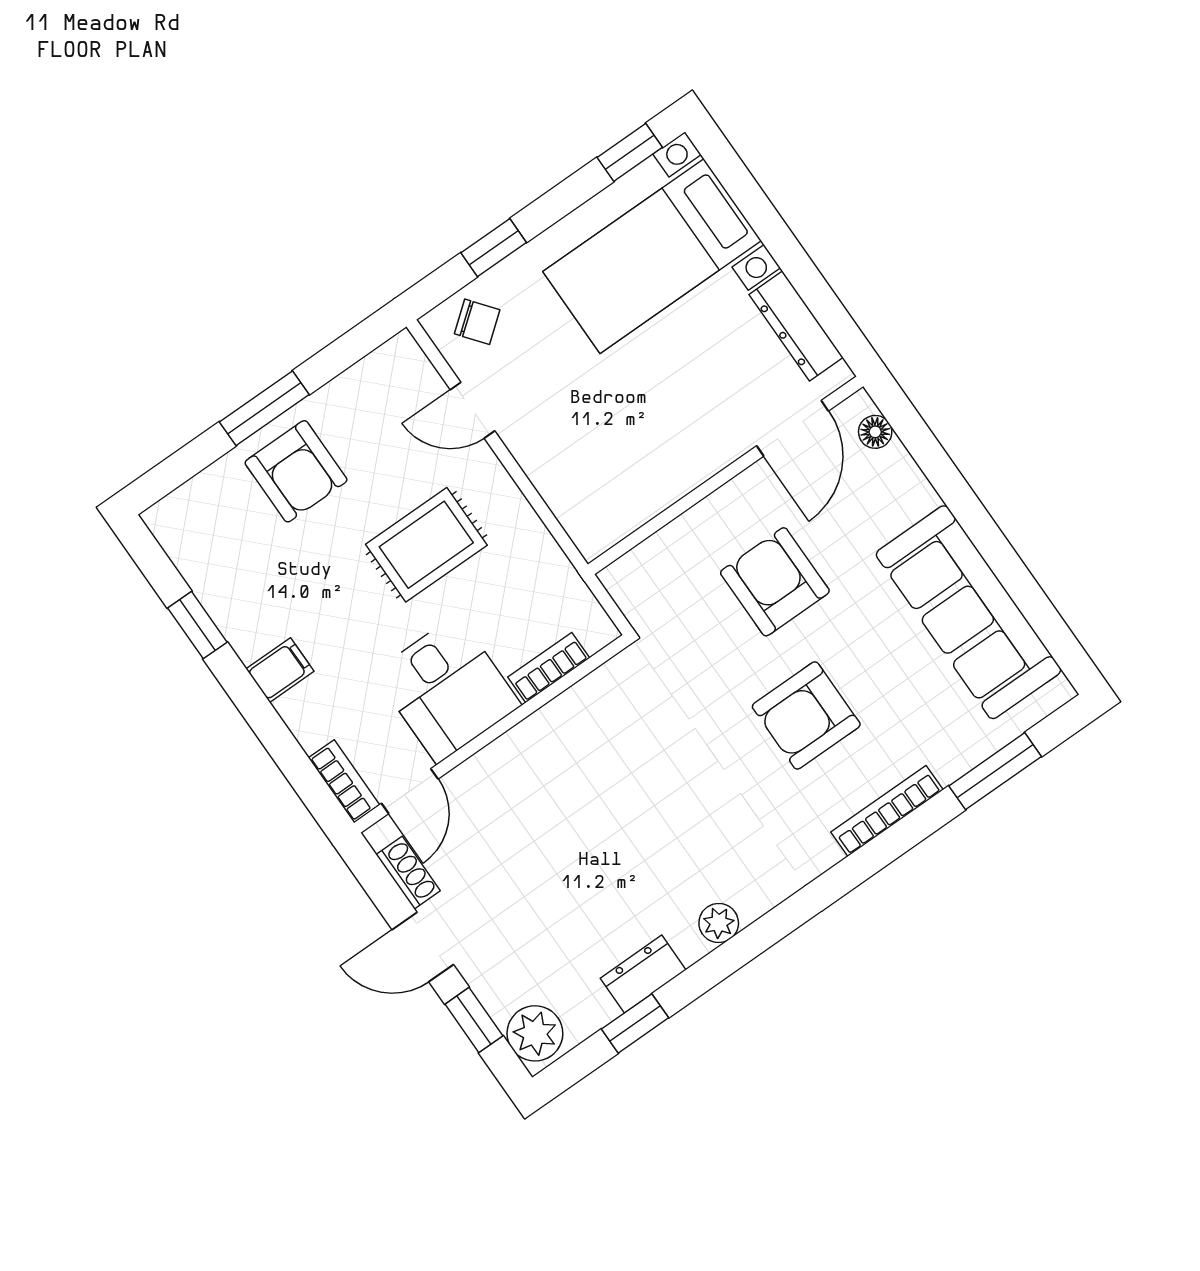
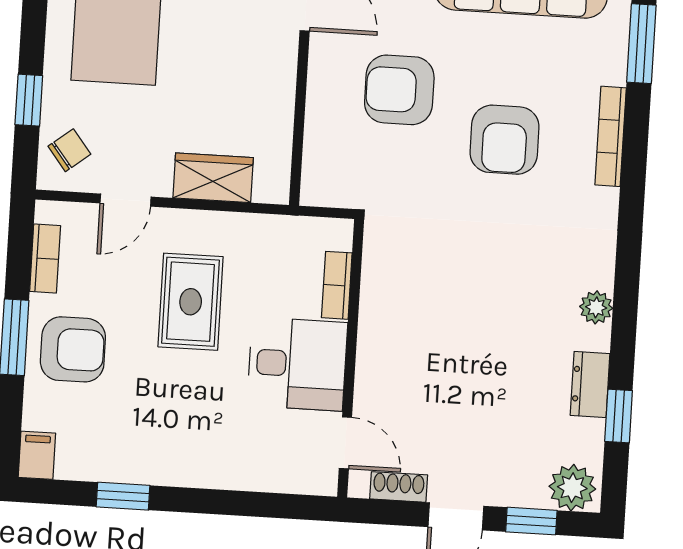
wardrobe: (557, 475) -> (213, 178), added
filing cabinet: (280, 670) -> (37, 455), moved
bookcase: (344, 781) -> (45, 259), moved, turned 90

